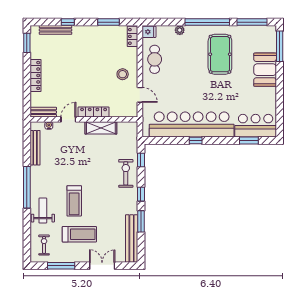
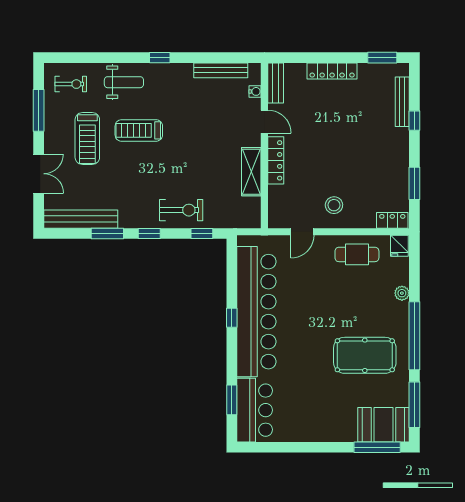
booth: (265, 70) -> (384, 425), moved
window: (27, 187) -> (160, 58), width x0.32

